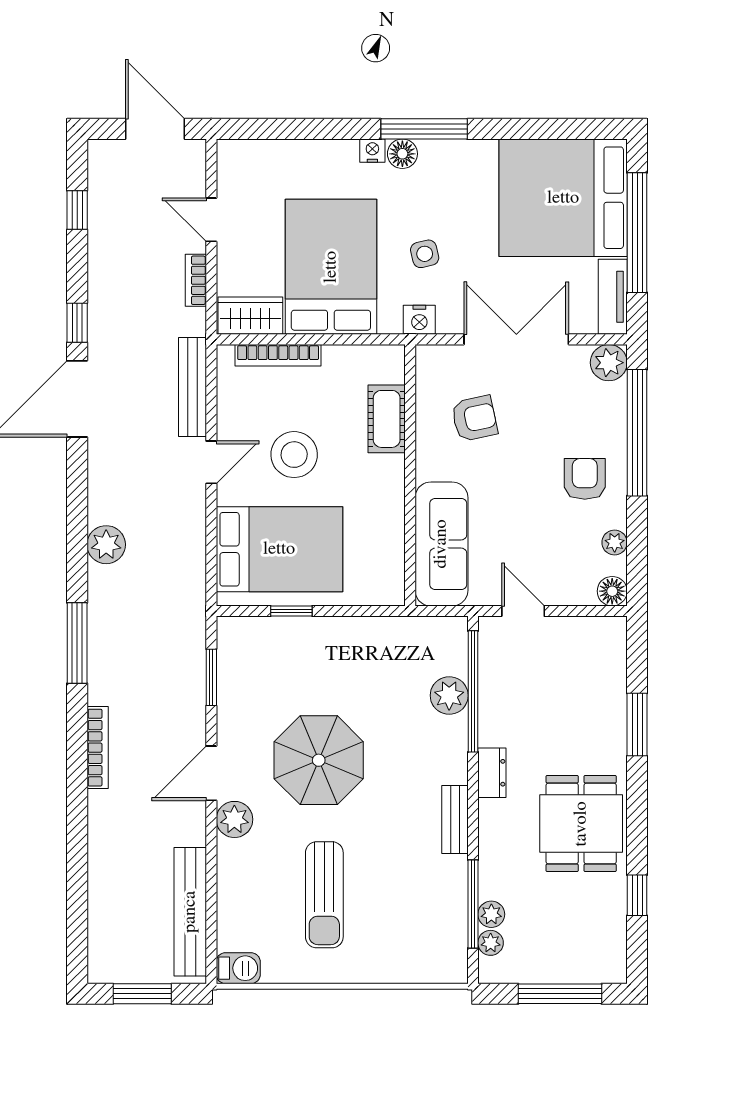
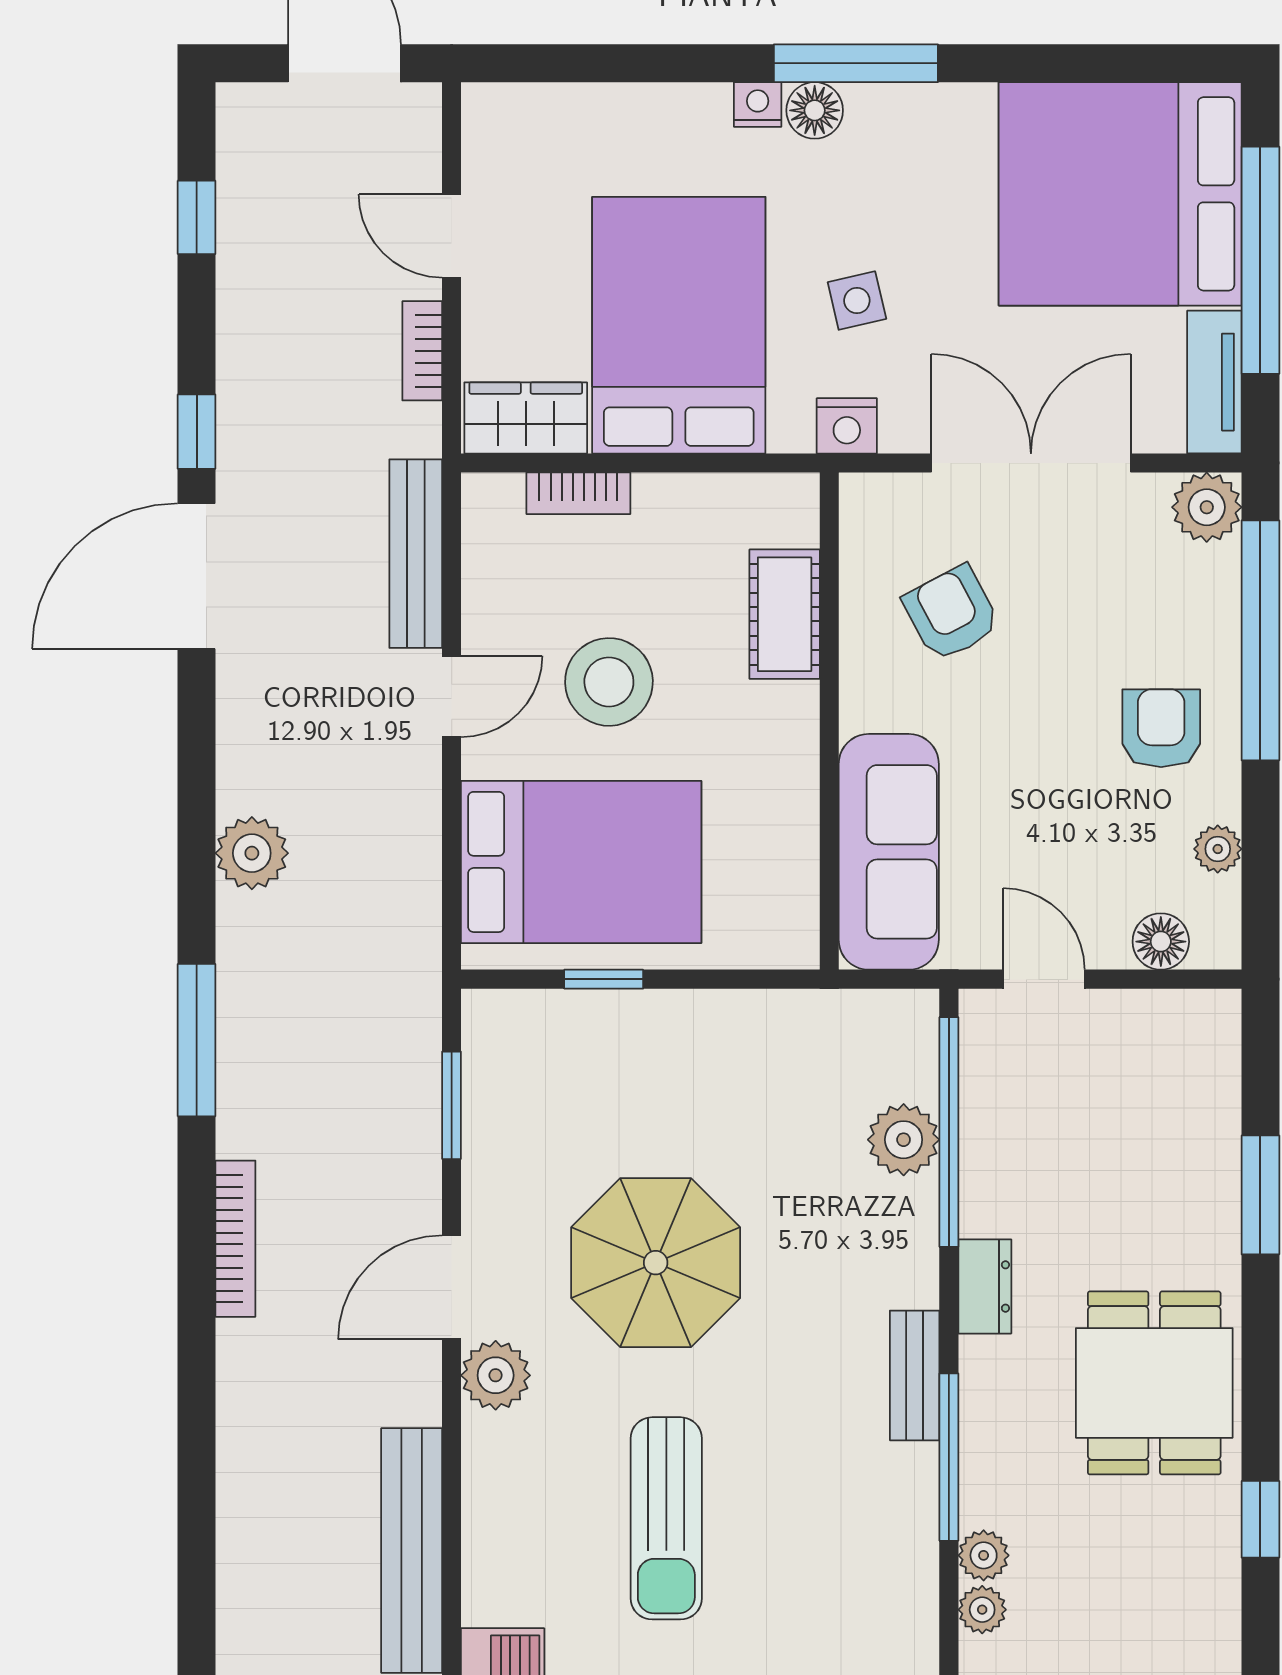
bookcase: (278, 355) -> (578, 493), width x0.64
armchair: (474, 418) -> (951, 613), turned -106
floor lamp: (612, 591) -> (1161, 942), moved
window: (473, 904) -> (949, 1457), moved

